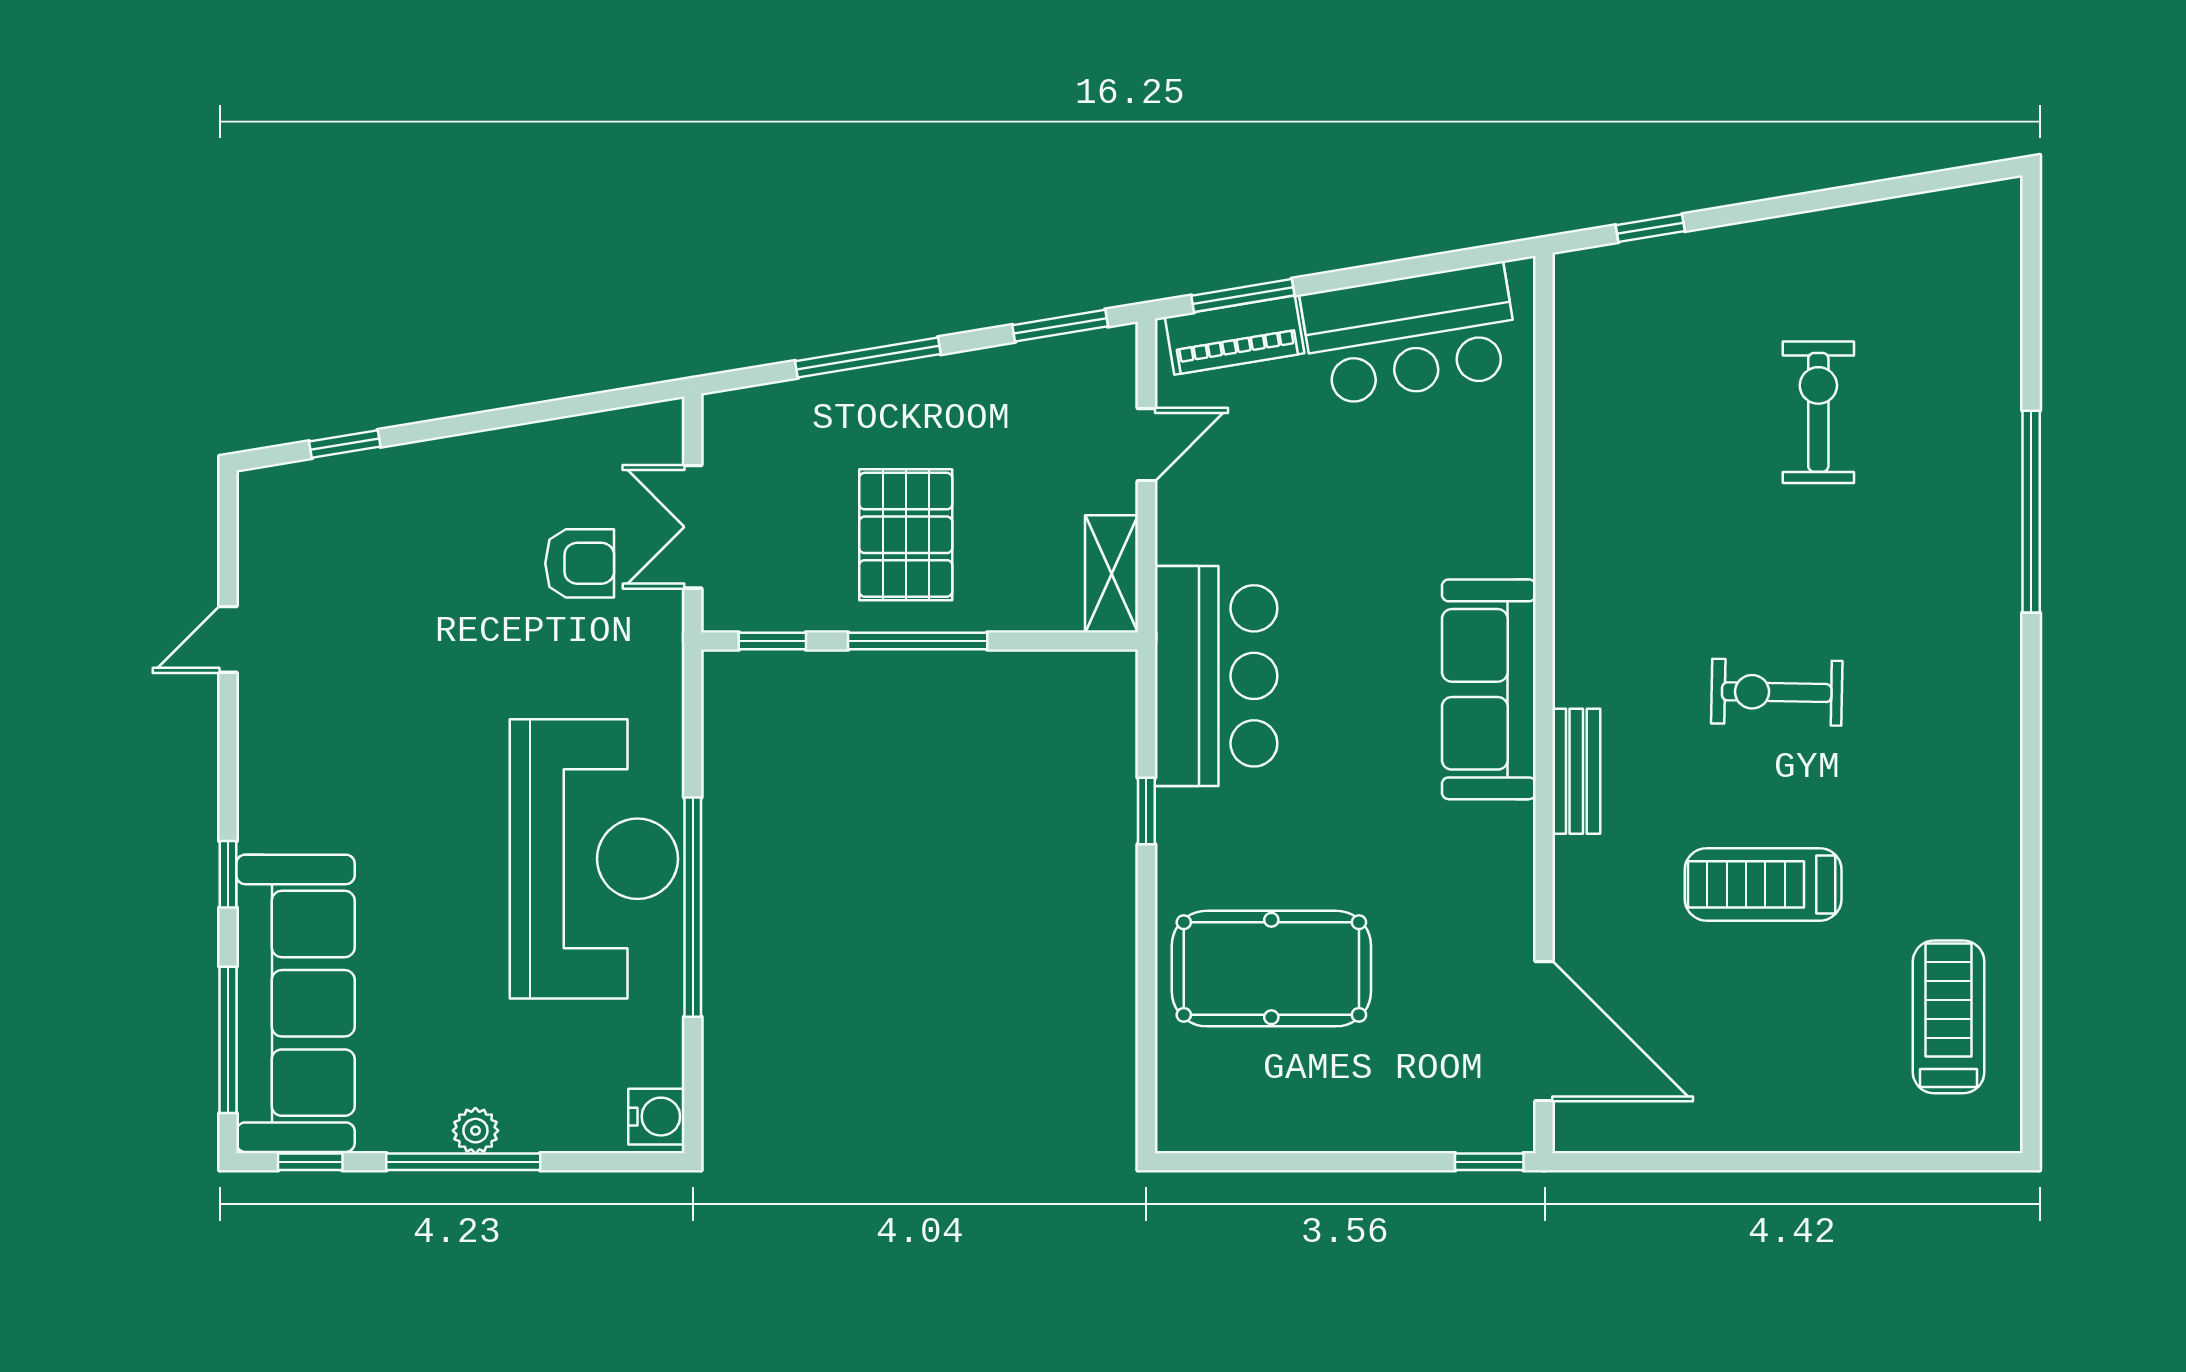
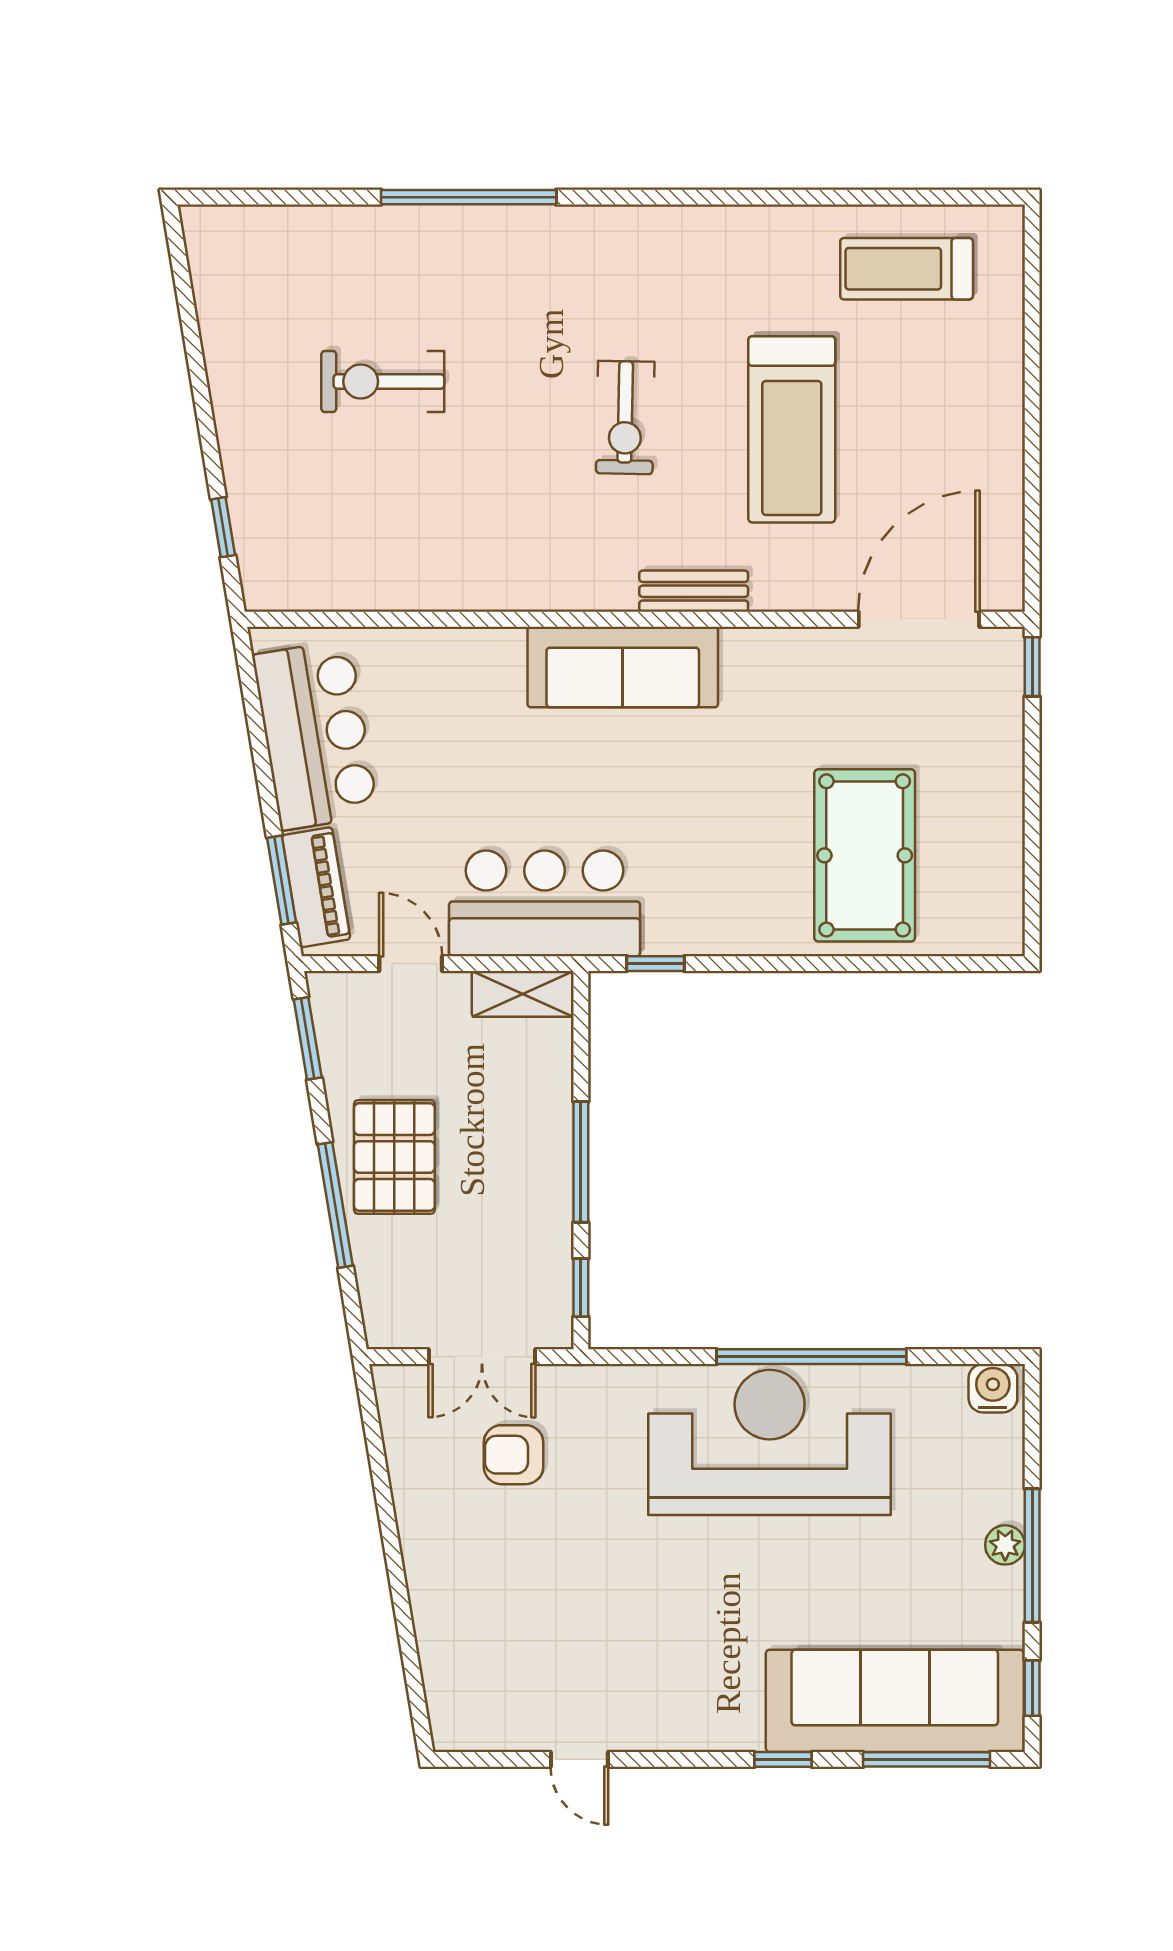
window: (345, 444) -> (410, 1658), removed
pallet: (906, 535) -> (394, 1157), moved, turned 90
armchair: (580, 563) -> (514, 1455), turned -90
bar counter: (1216, 676) -> (545, 903), moved
window: (1146, 811) -> (656, 964), moved
treadmill: (1763, 884) -> (792, 429), width x1.37, depth x1.38

